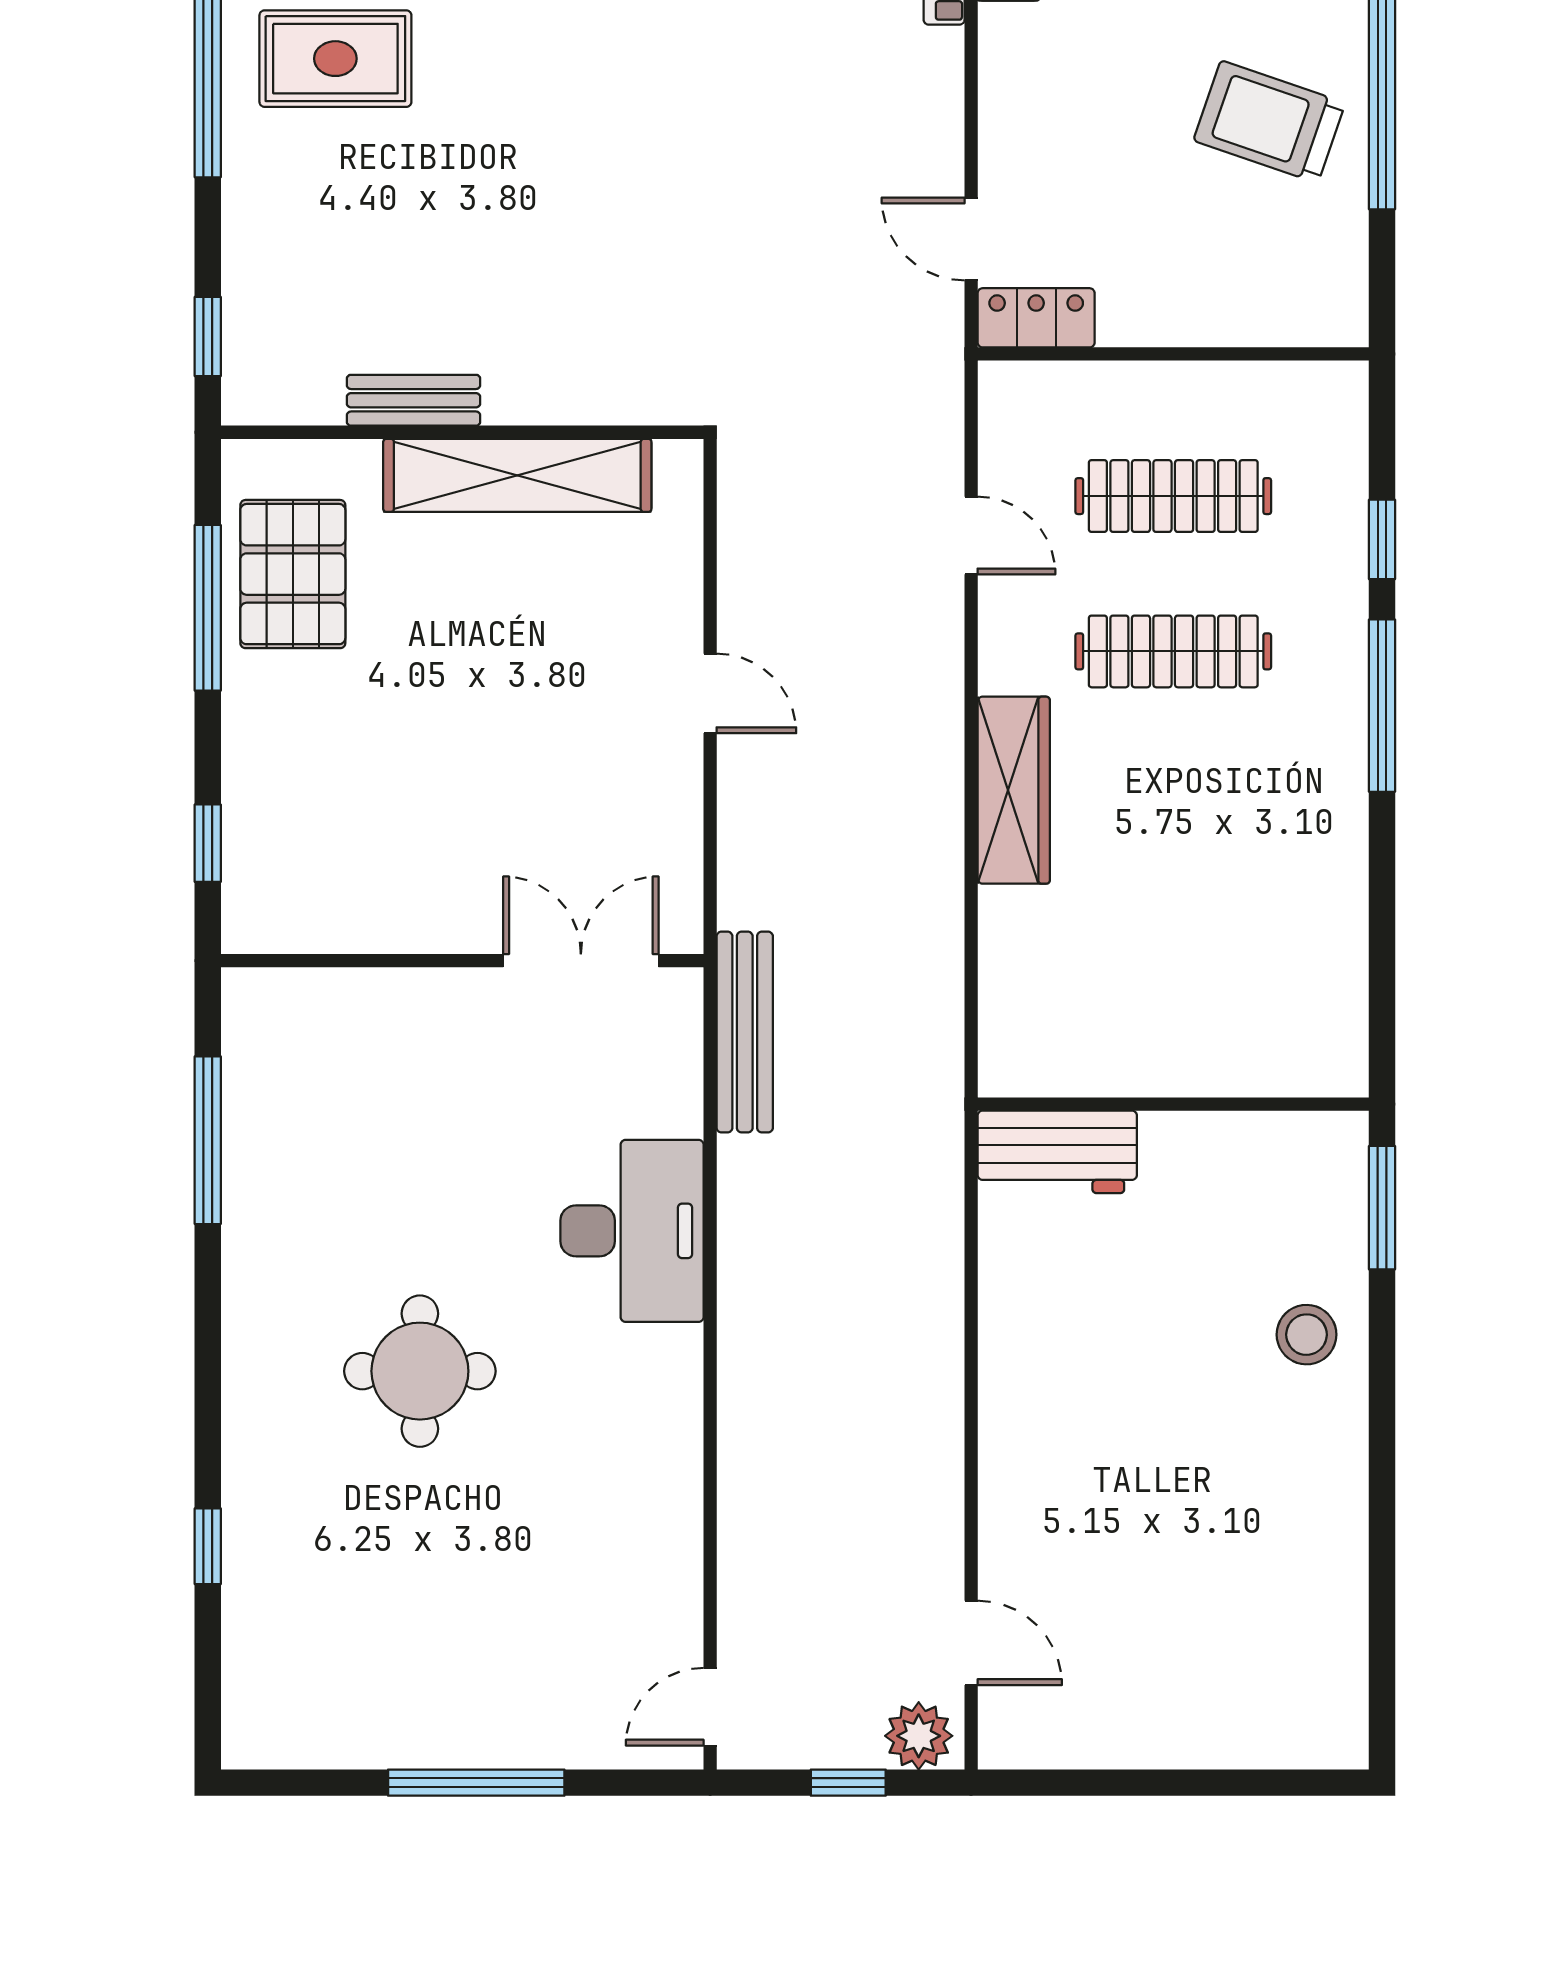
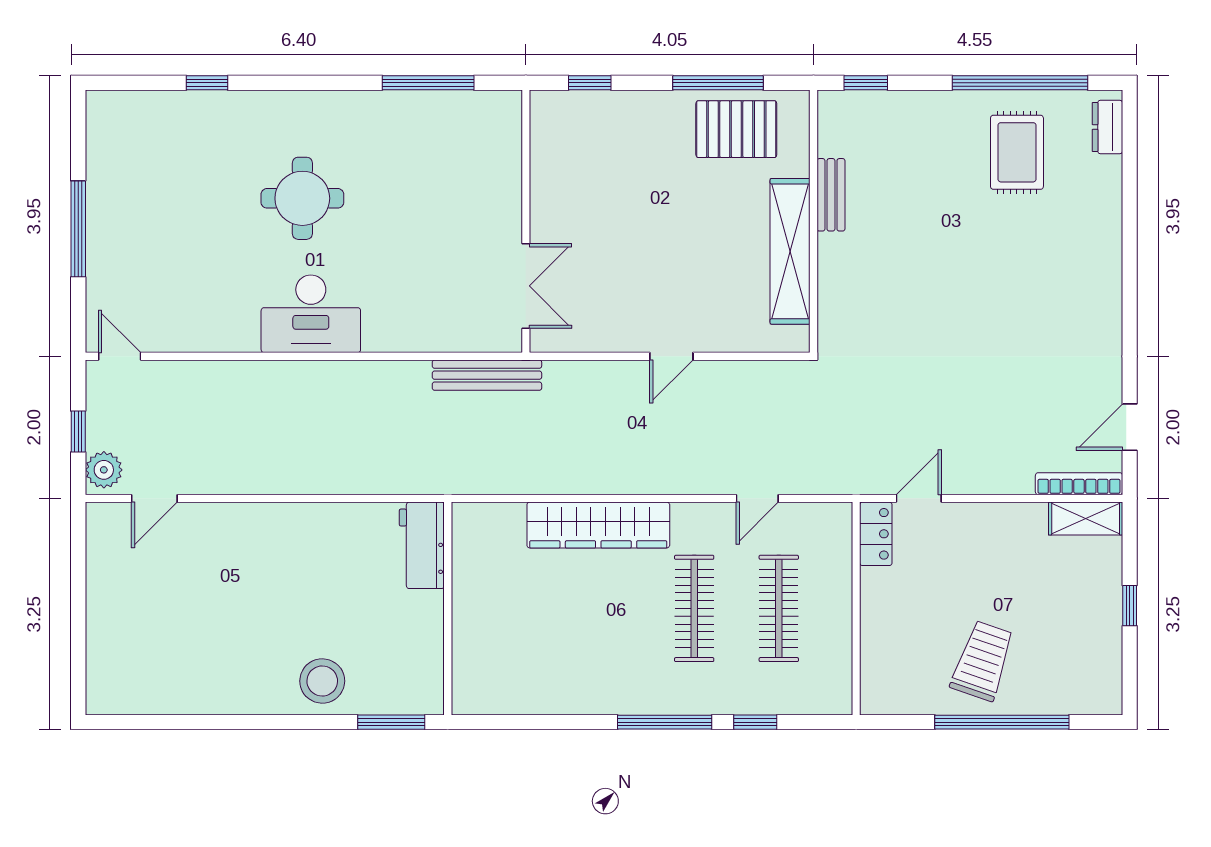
wardrobe: (1014, 790) -> (598, 525), width x1.40, depth x1.17
desk: (632, 1231) -> (311, 314), moved
stool: (1307, 1335) -> (322, 681), width x1.38, depth x1.38

